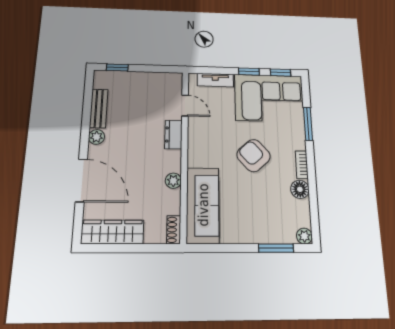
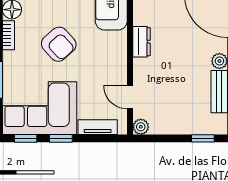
dresser: (174, 135) -> (141, 42), moved
plant: (173, 181) -> (141, 127), moved

